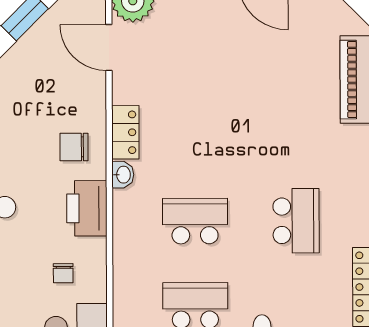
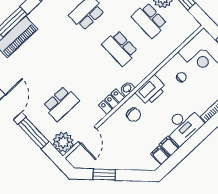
school desk: (194, 52) -> (61, 104), added

